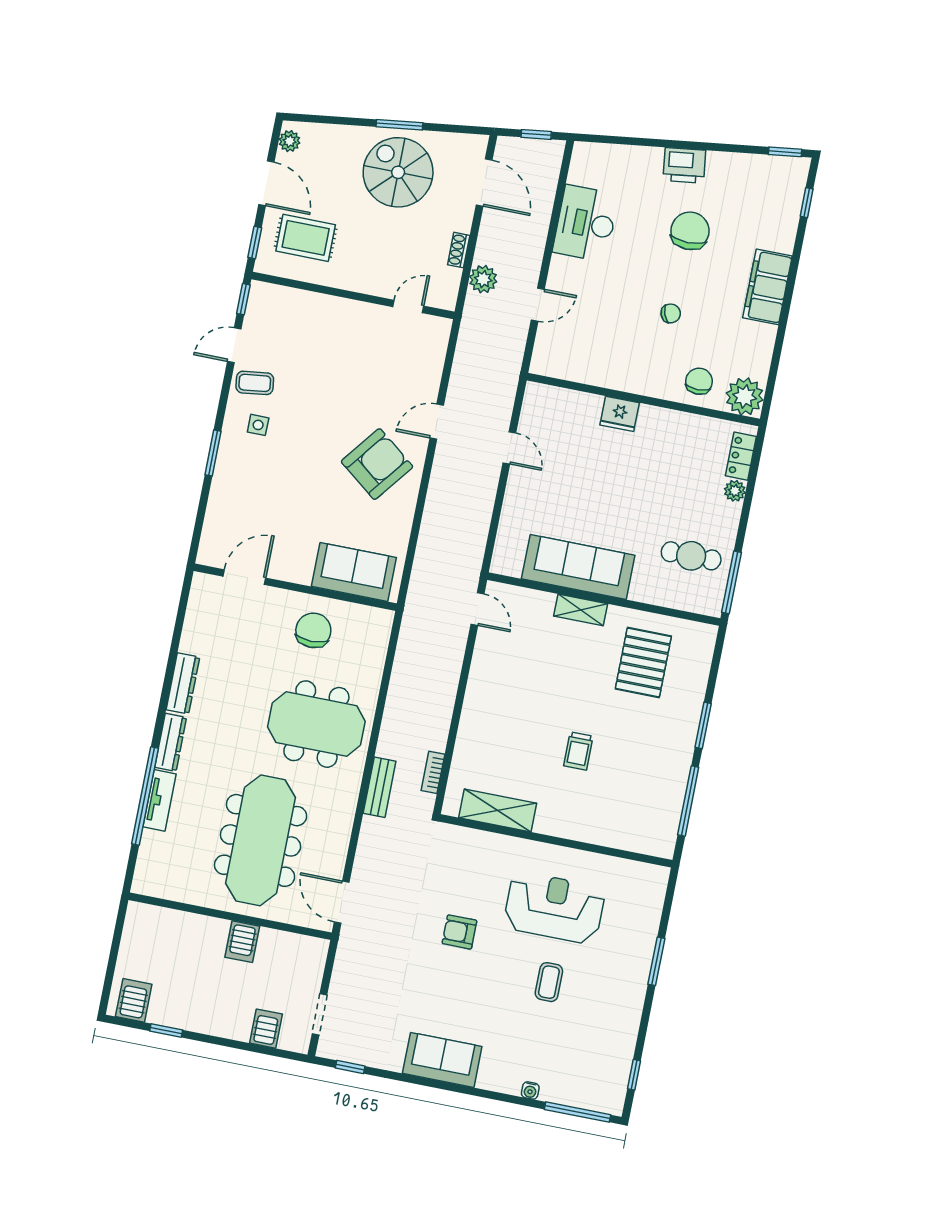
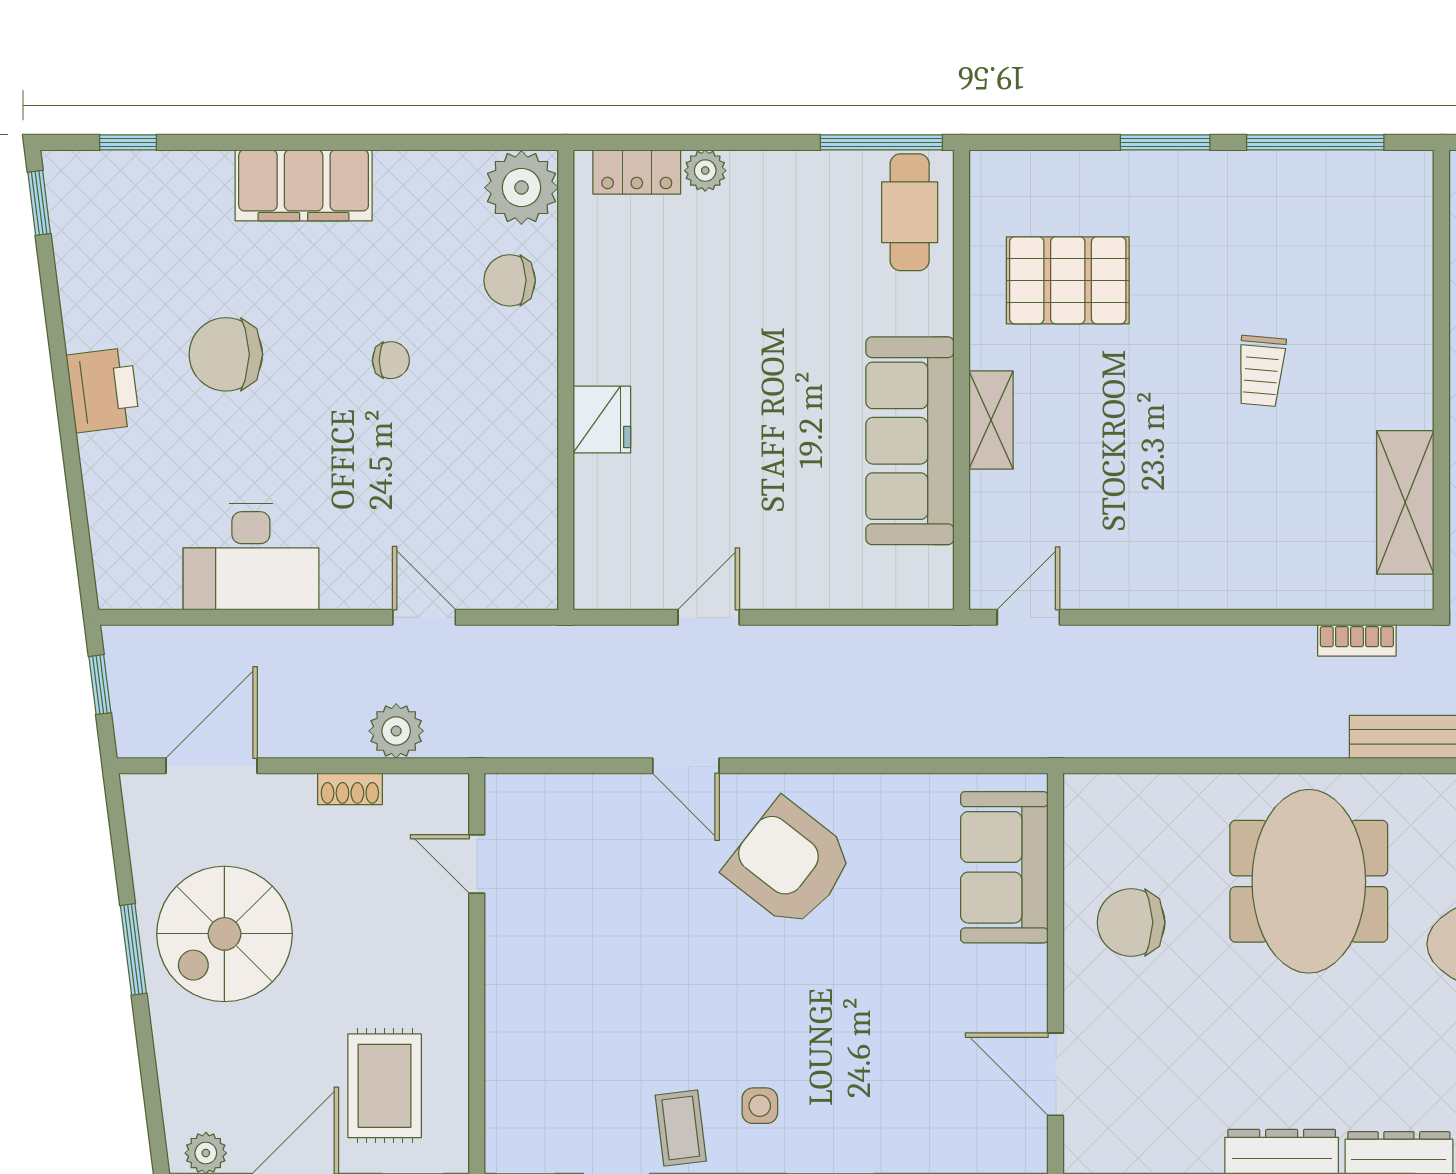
chair: (671, 313) -> (391, 360), turned 110
cafe table: (691, 556) -> (910, 212), moved
trolley: (578, 751) -> (1261, 371), turned 95

